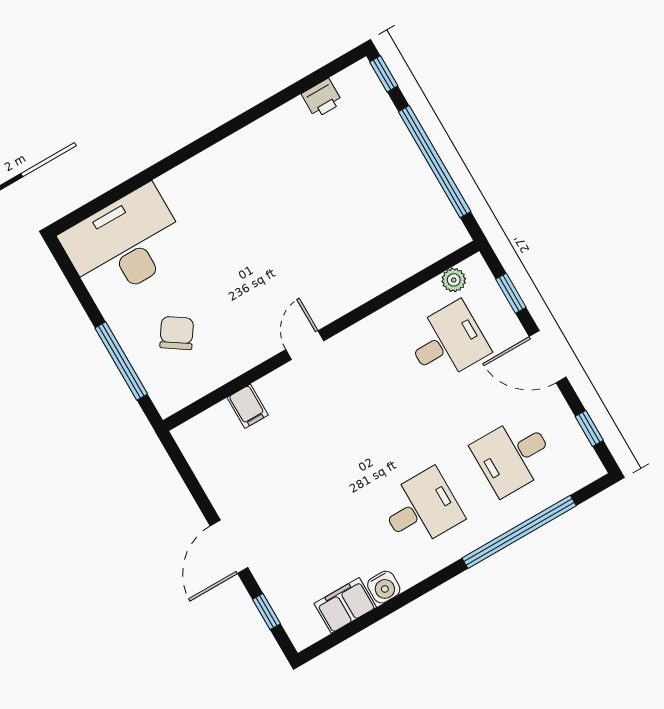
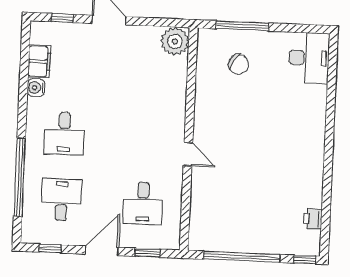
desk: (125, 244) -> (309, 58), width x0.73, depth x0.77
plant: (454, 280) -> (175, 41), moved, width x1.88, depth x1.88
door: (305, 345) -> (188, 154), moved
filing cabinet: (248, 406) -> (176, 77), removed

